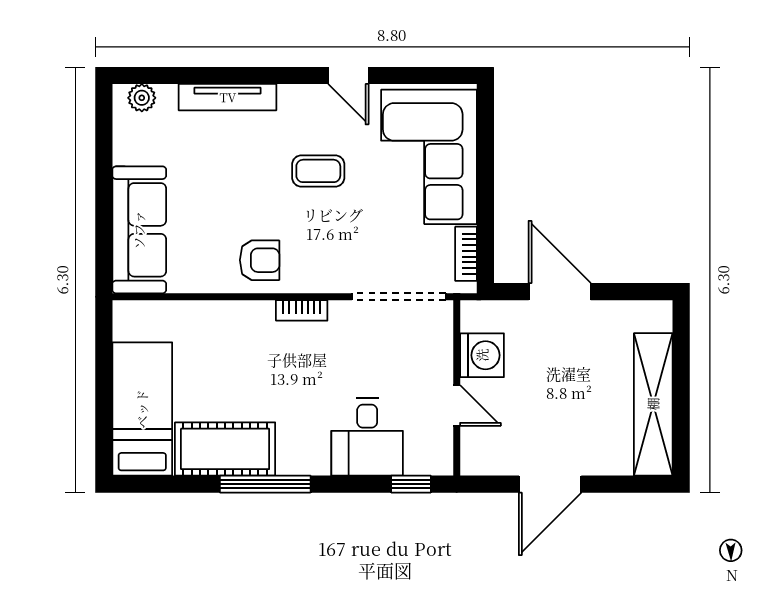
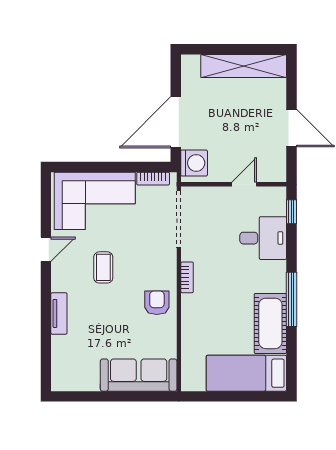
tv unit: (228, 97) -> (59, 313), width x0.71
plant: (142, 98) -> (59, 374), removed
door: (560, 292) -> (176, 122), width x1.36
washing machine: (482, 355) -> (194, 163), moved, turned 90

